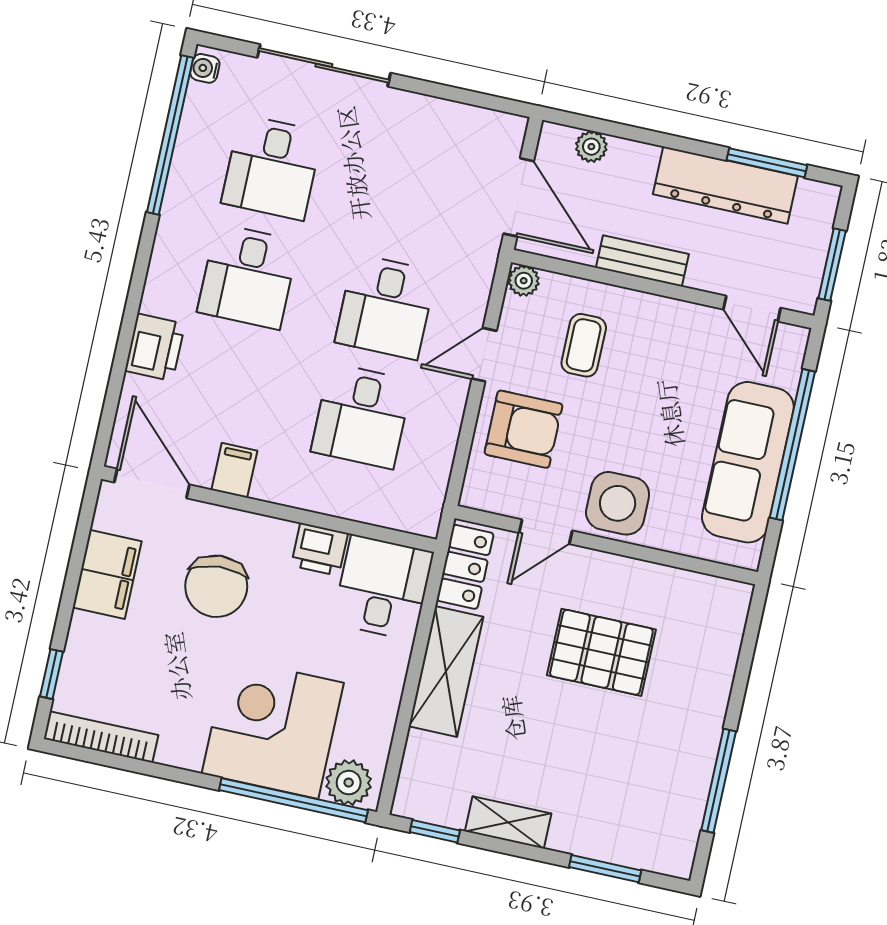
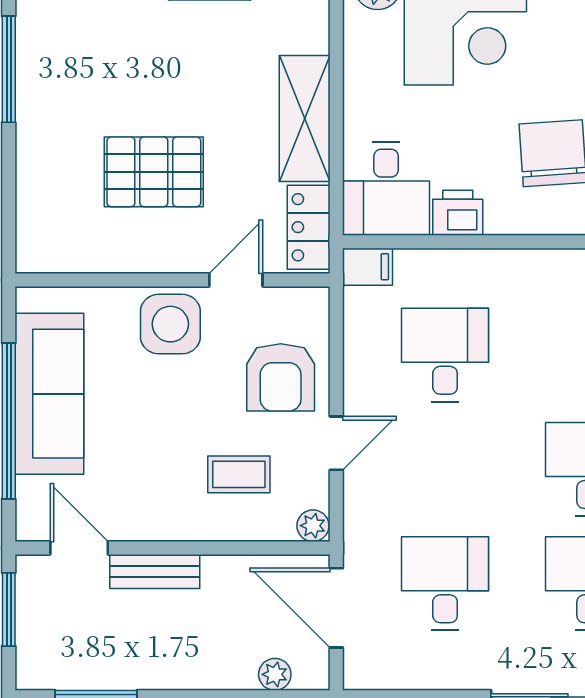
dresser: (725, 185) -> (133, 665), removed
bench: (642, 261) -> (155, 571), moved
desk: (386, 307) -> (445, 583), moved
coffee table: (584, 345) -> (239, 474), turned 90
armchair: (523, 429) -> (281, 377), turned -90
filing cabinet: (234, 470) -> (368, 267), moved, turned -90

